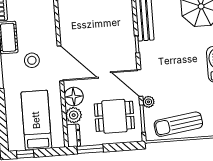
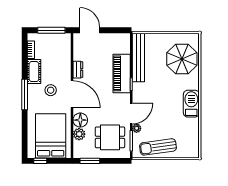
piano: (123, 31) -> (122, 73), added
door: (140, 83) -> (131, 114), swing flipped
bed: (36, 120) -> (51, 136), width x1.50
dresser: (73, 135) -> (78, 70), moved

